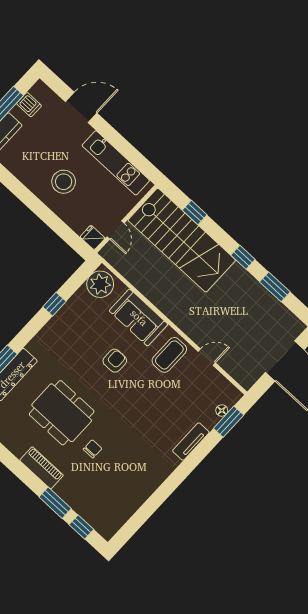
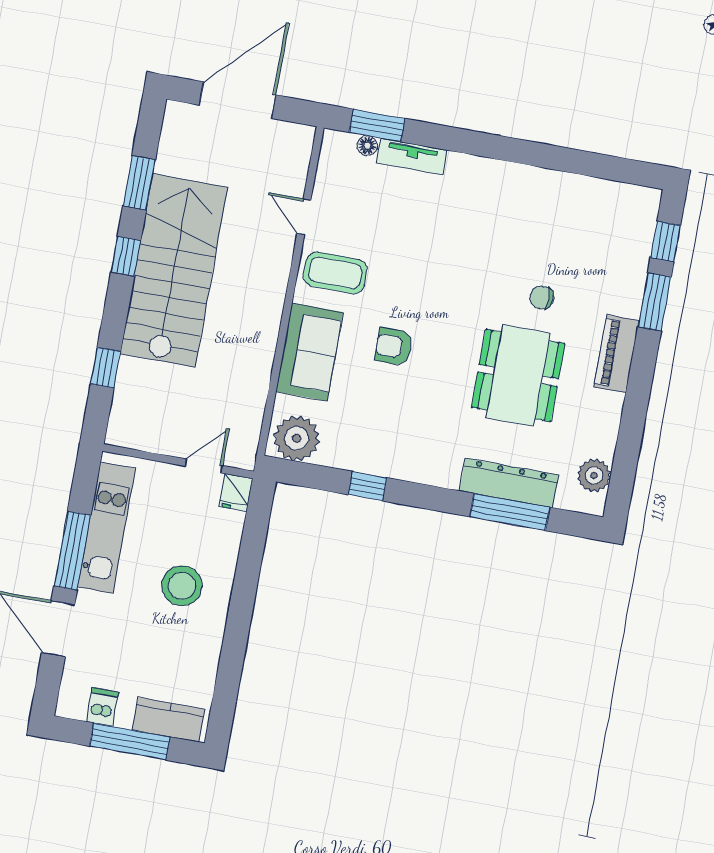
window: (115, 139) -> (72, 551), added
stairs: (182, 240) -> (174, 270), moved
tv unit: (191, 442) -> (412, 157), moved

